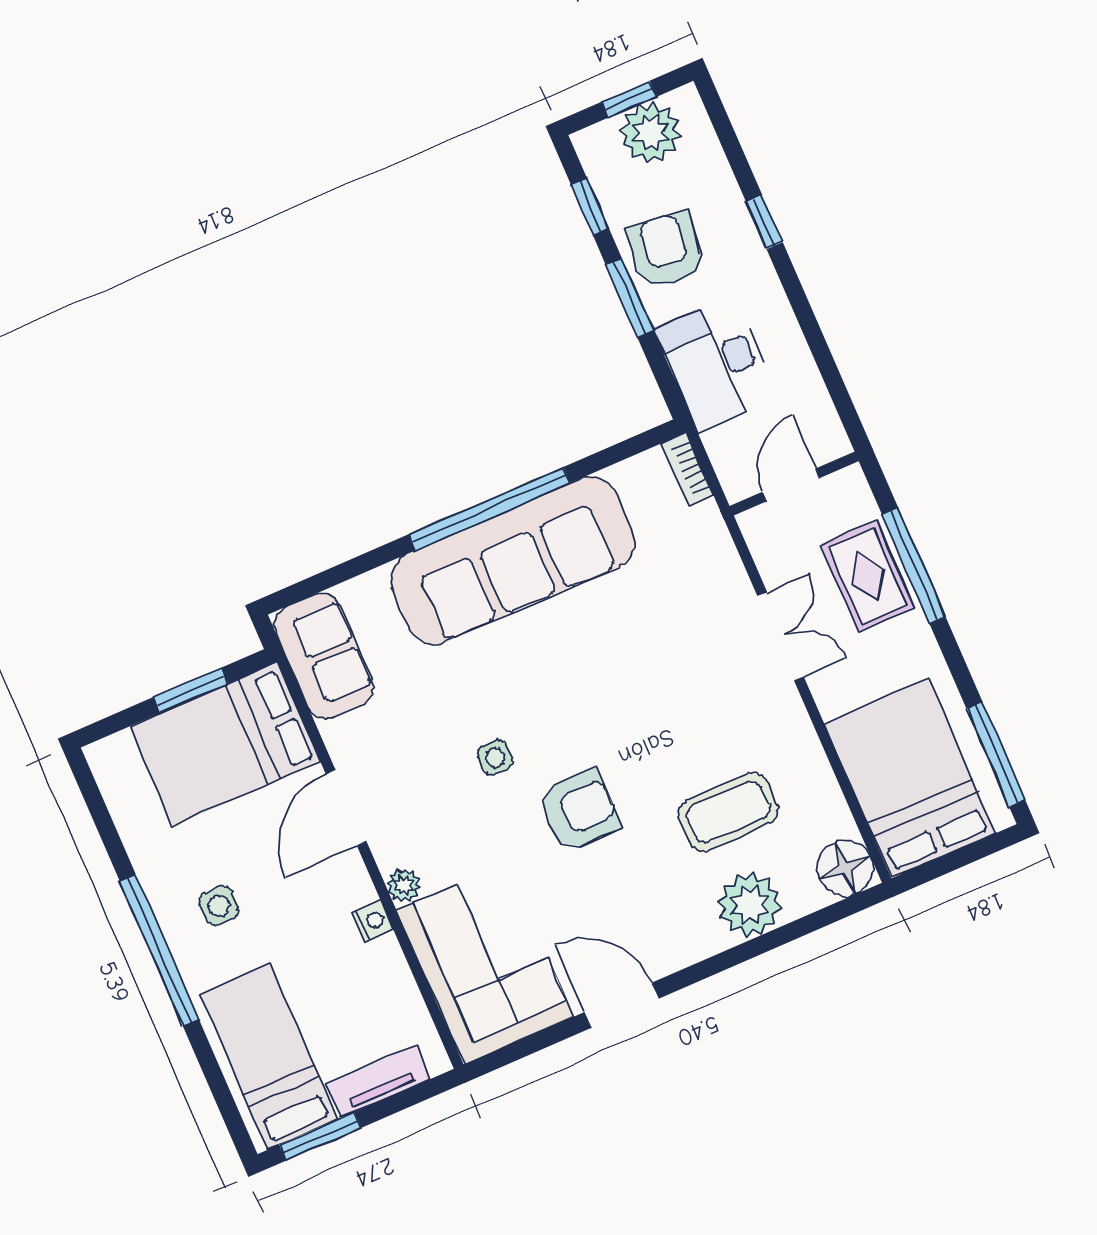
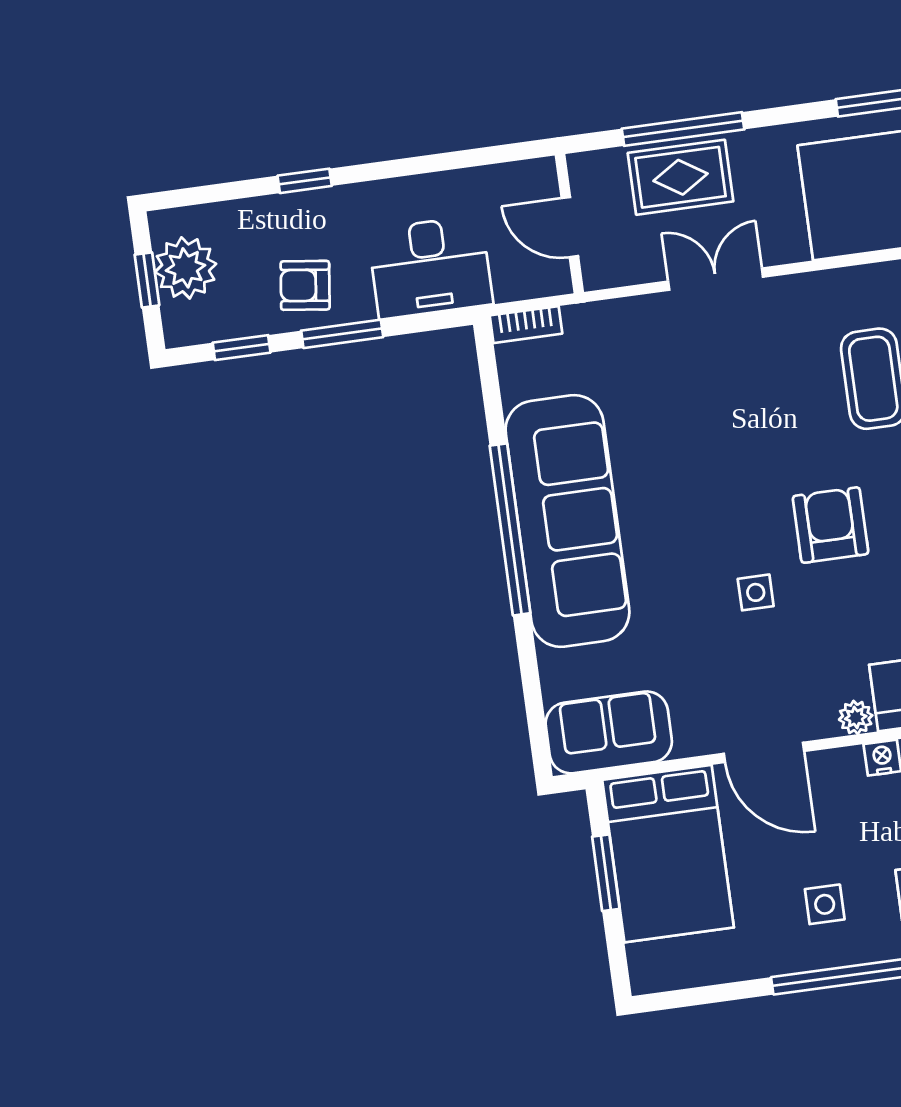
armchair: (666, 250) -> (305, 285), width x0.72, depth x0.72

